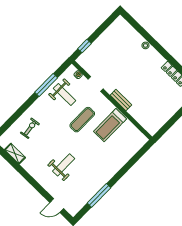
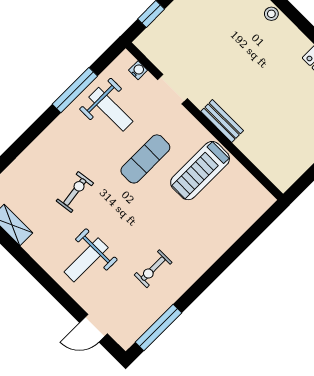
exercise bike: (30, 128) -> (75, 192), moved
weight bench: (64, 165) -> (86, 260), moved, turned 180
exercise bike: (87, 175) -> (153, 269), added
window: (99, 195) -> (158, 328), moved

